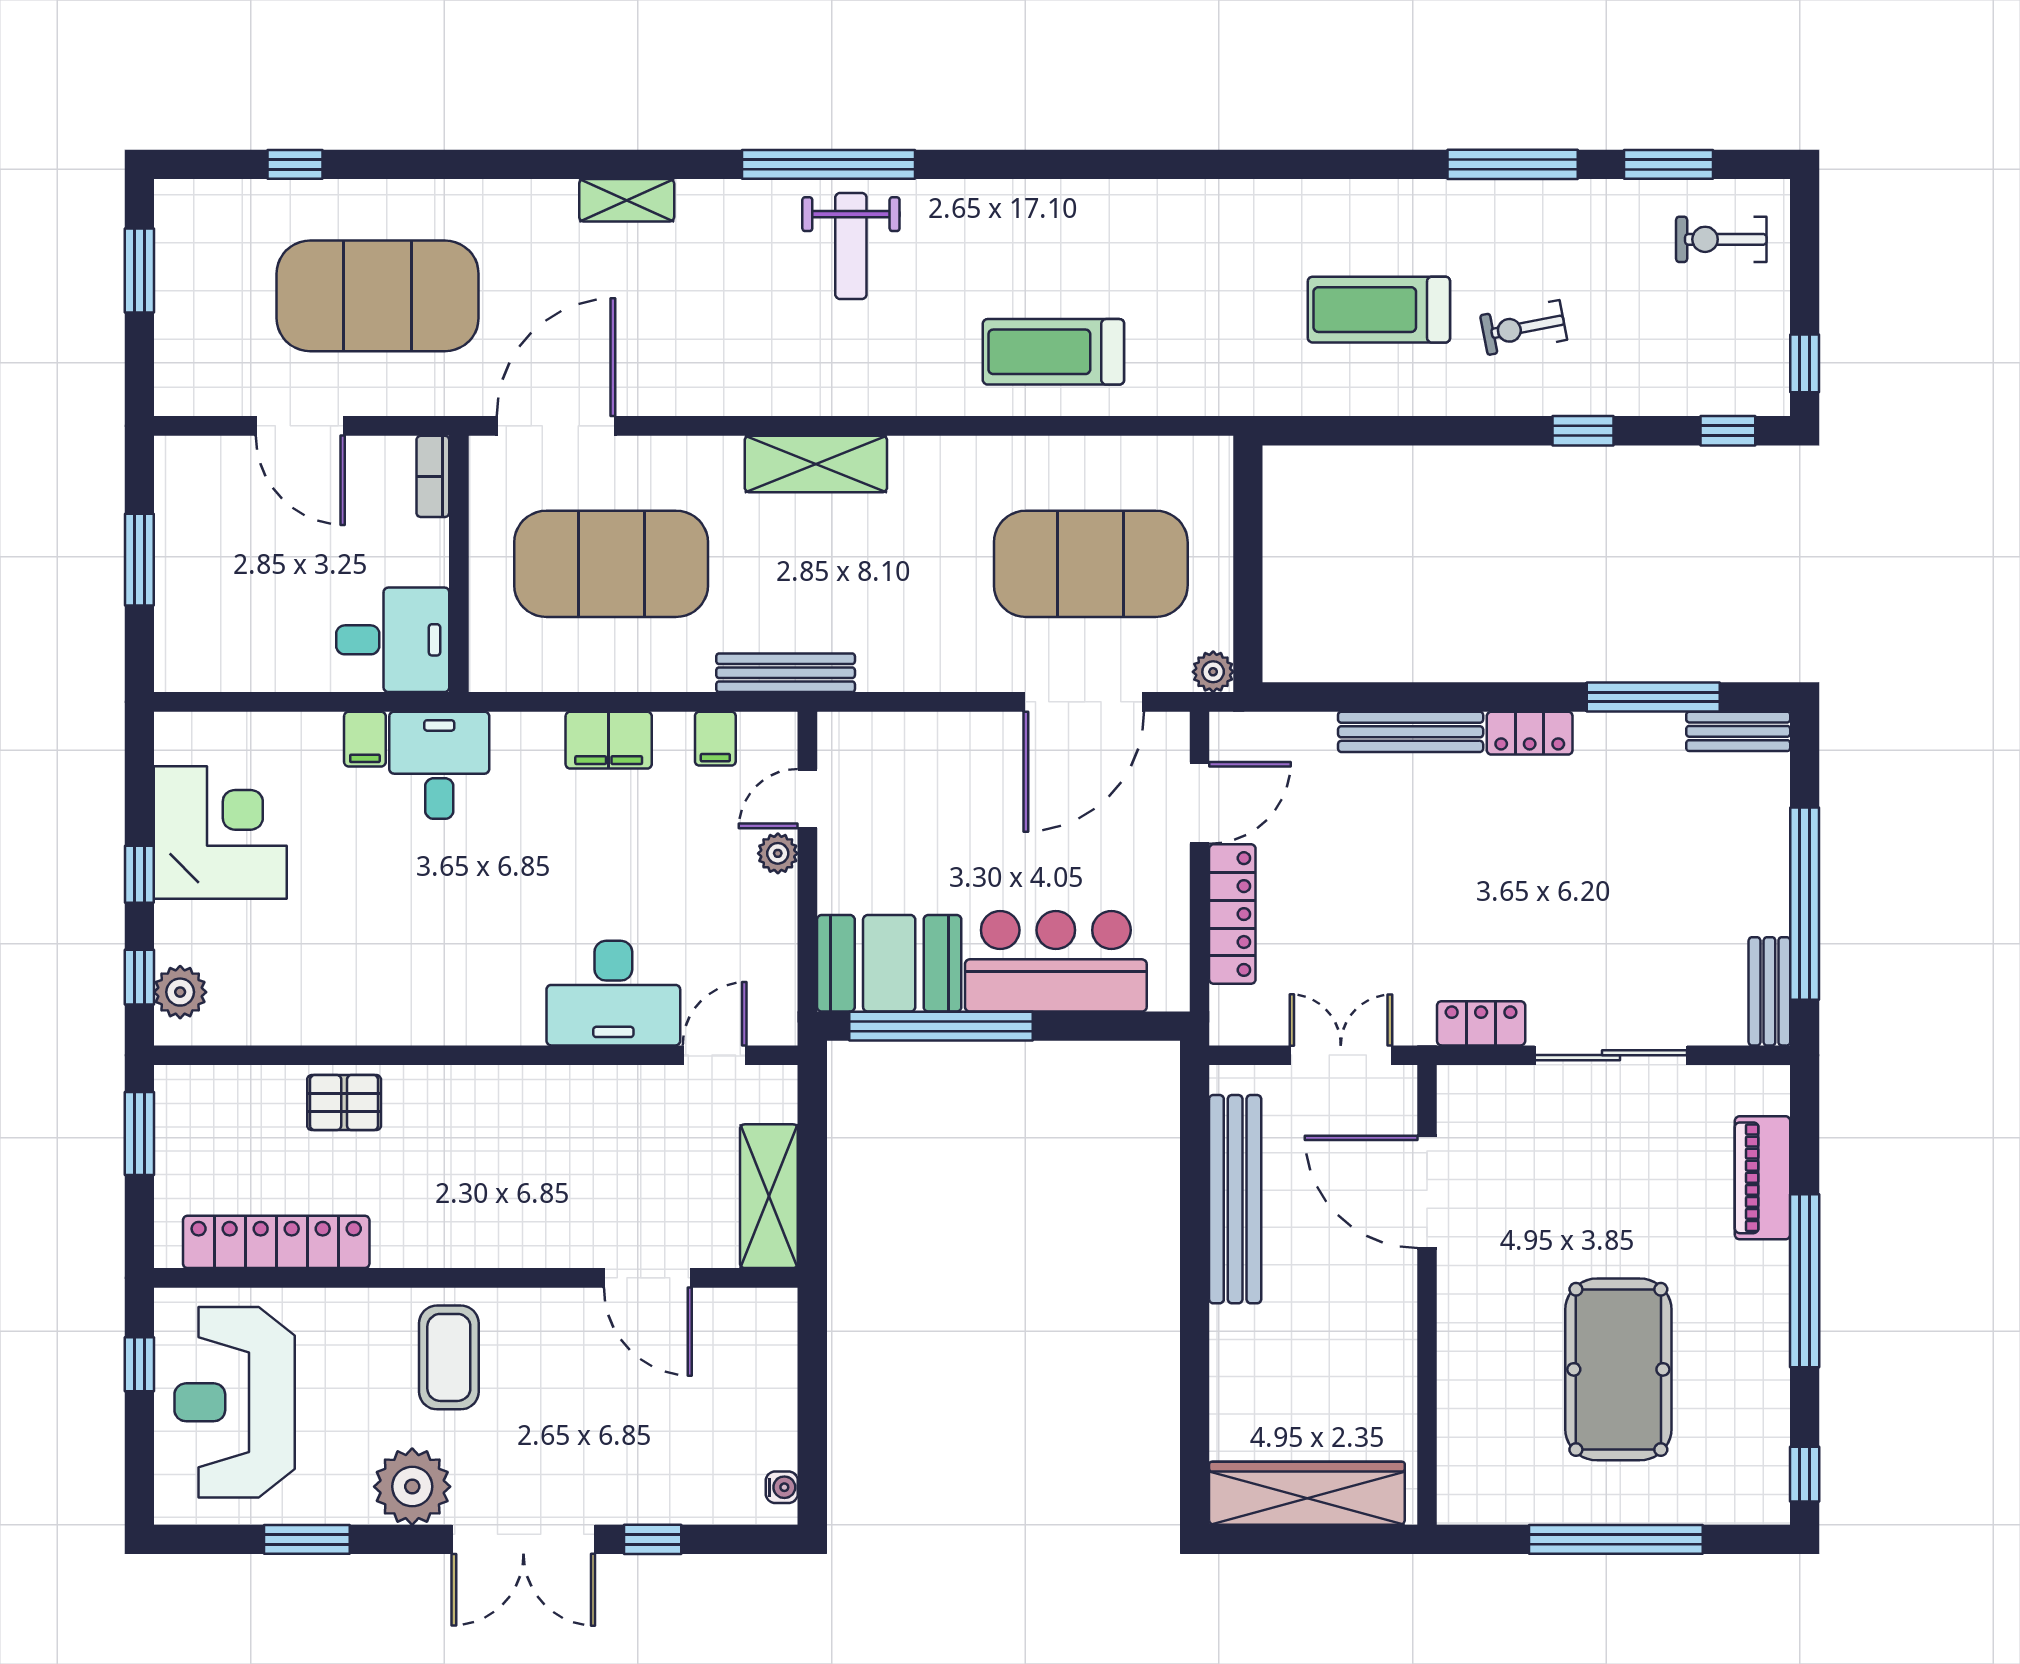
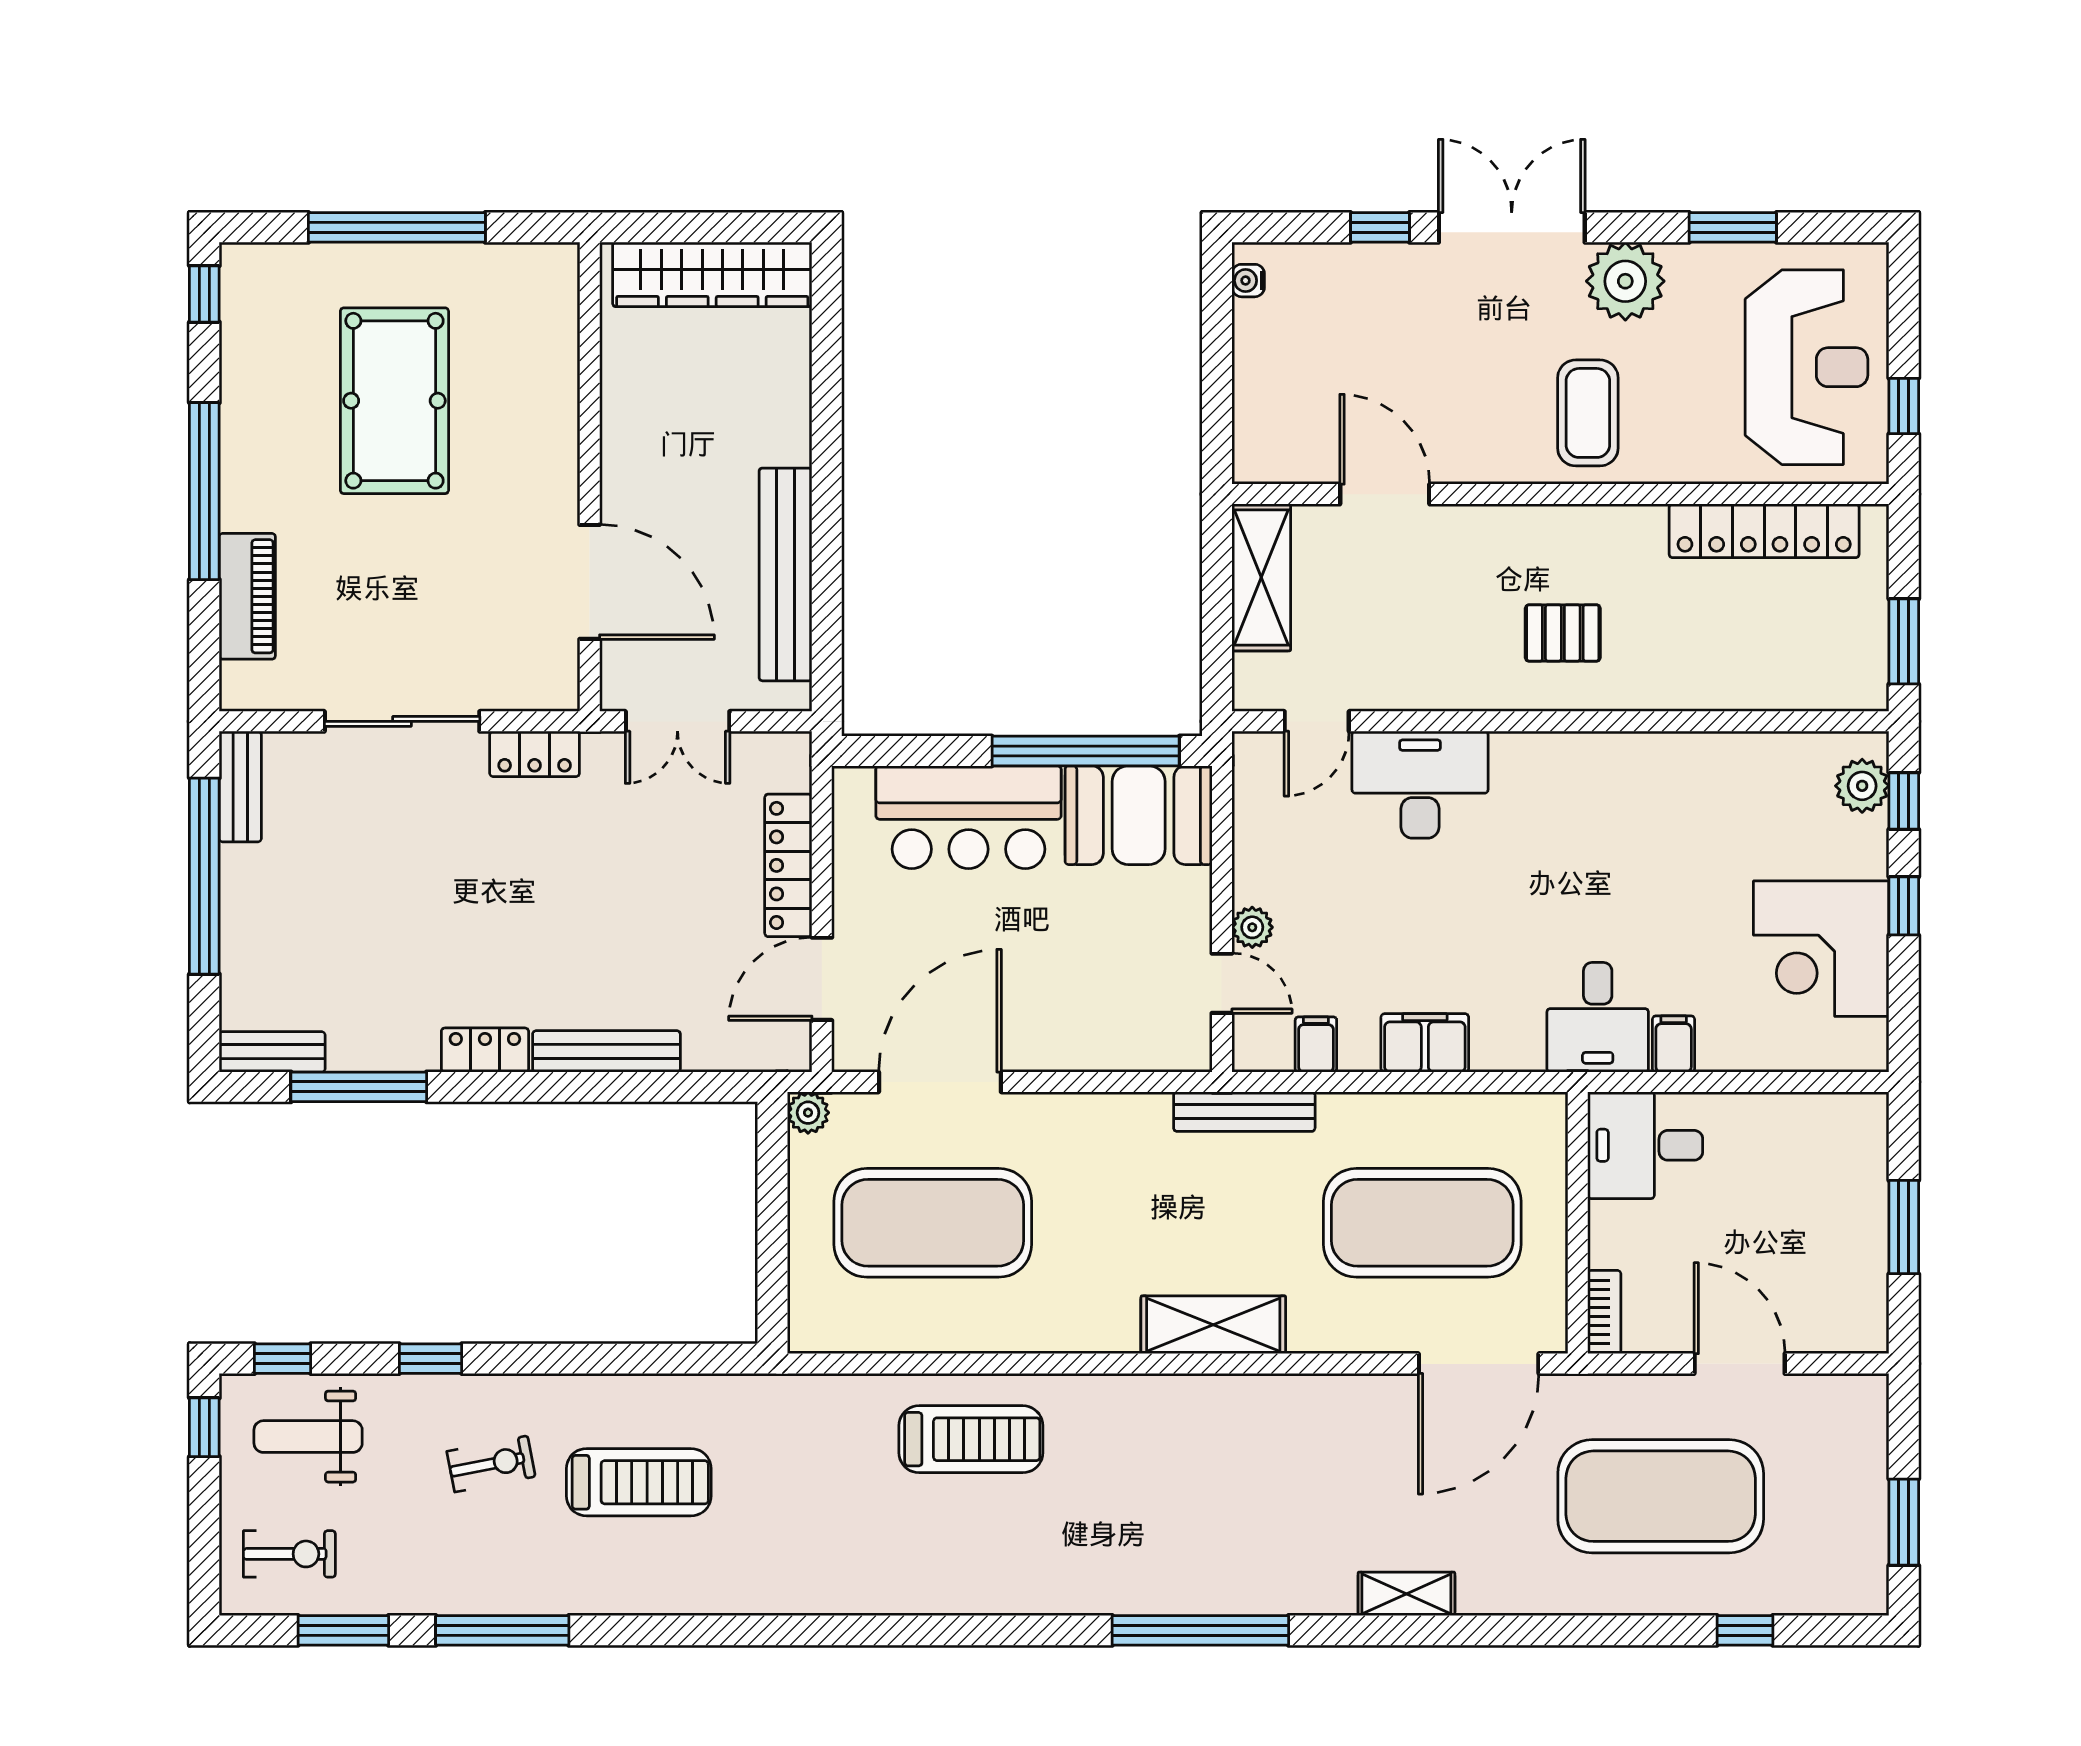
weight bench: (851, 246) -> (308, 1437), moved, turned -90
door: (807, 799) -> (1222, 983), hinge flipped
pallet: (344, 1103) -> (1563, 633), moved

